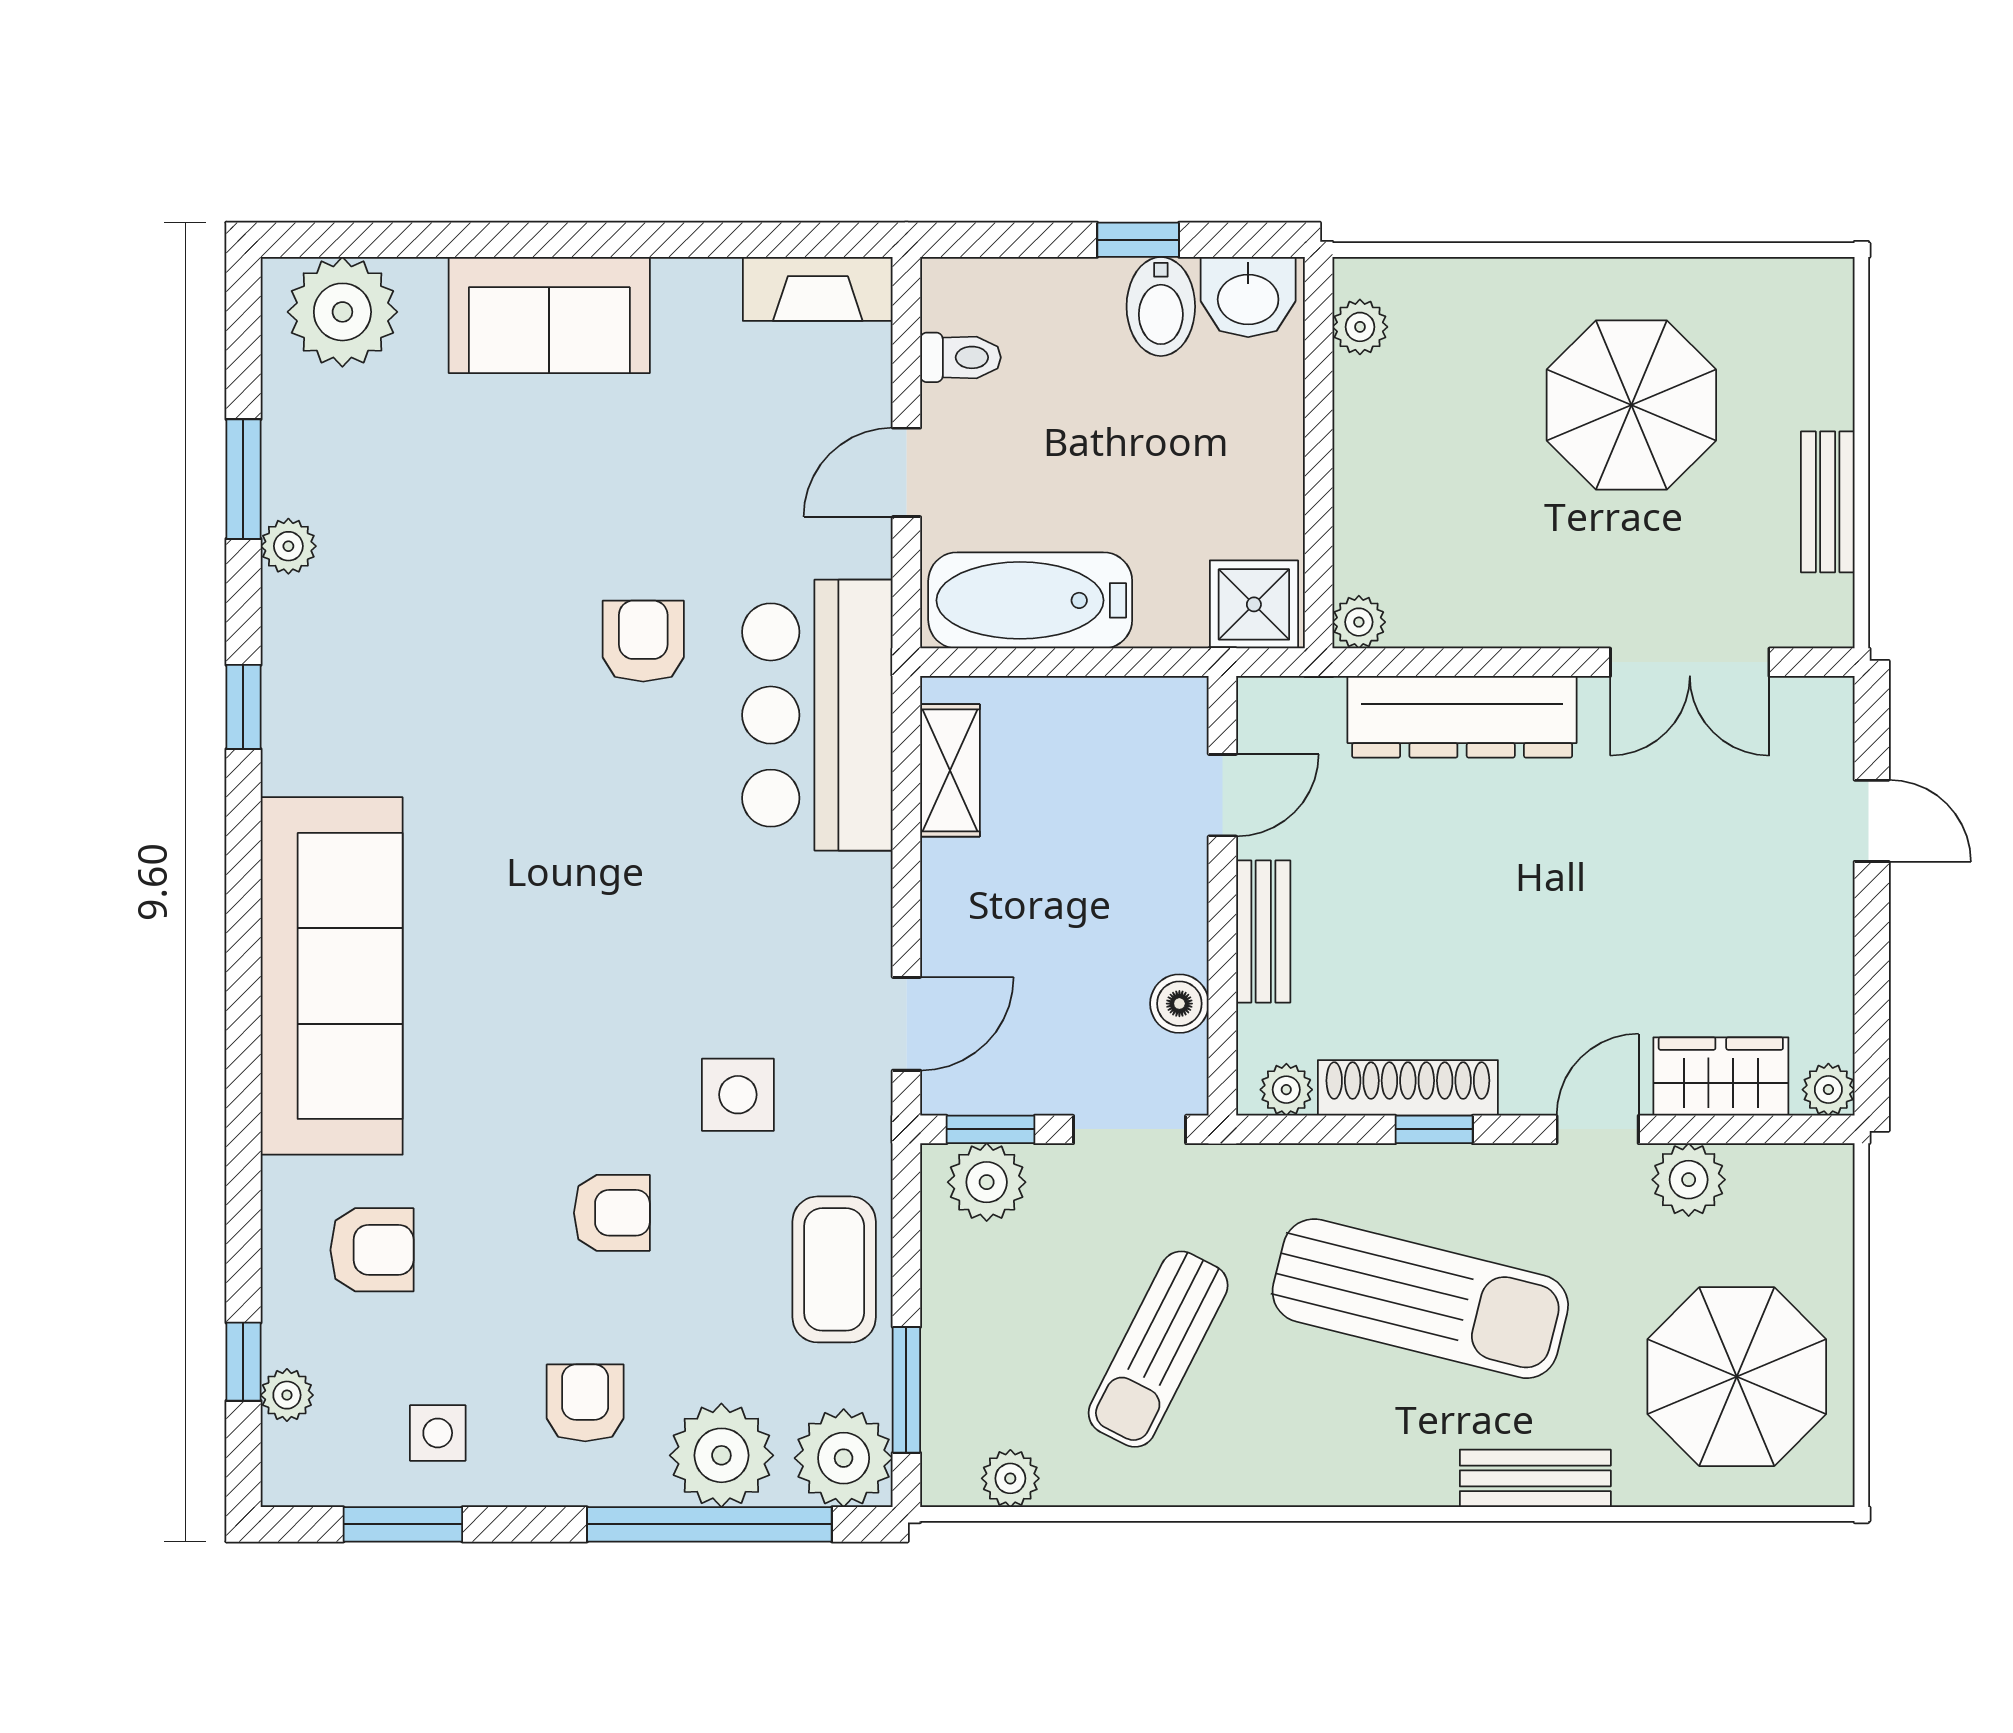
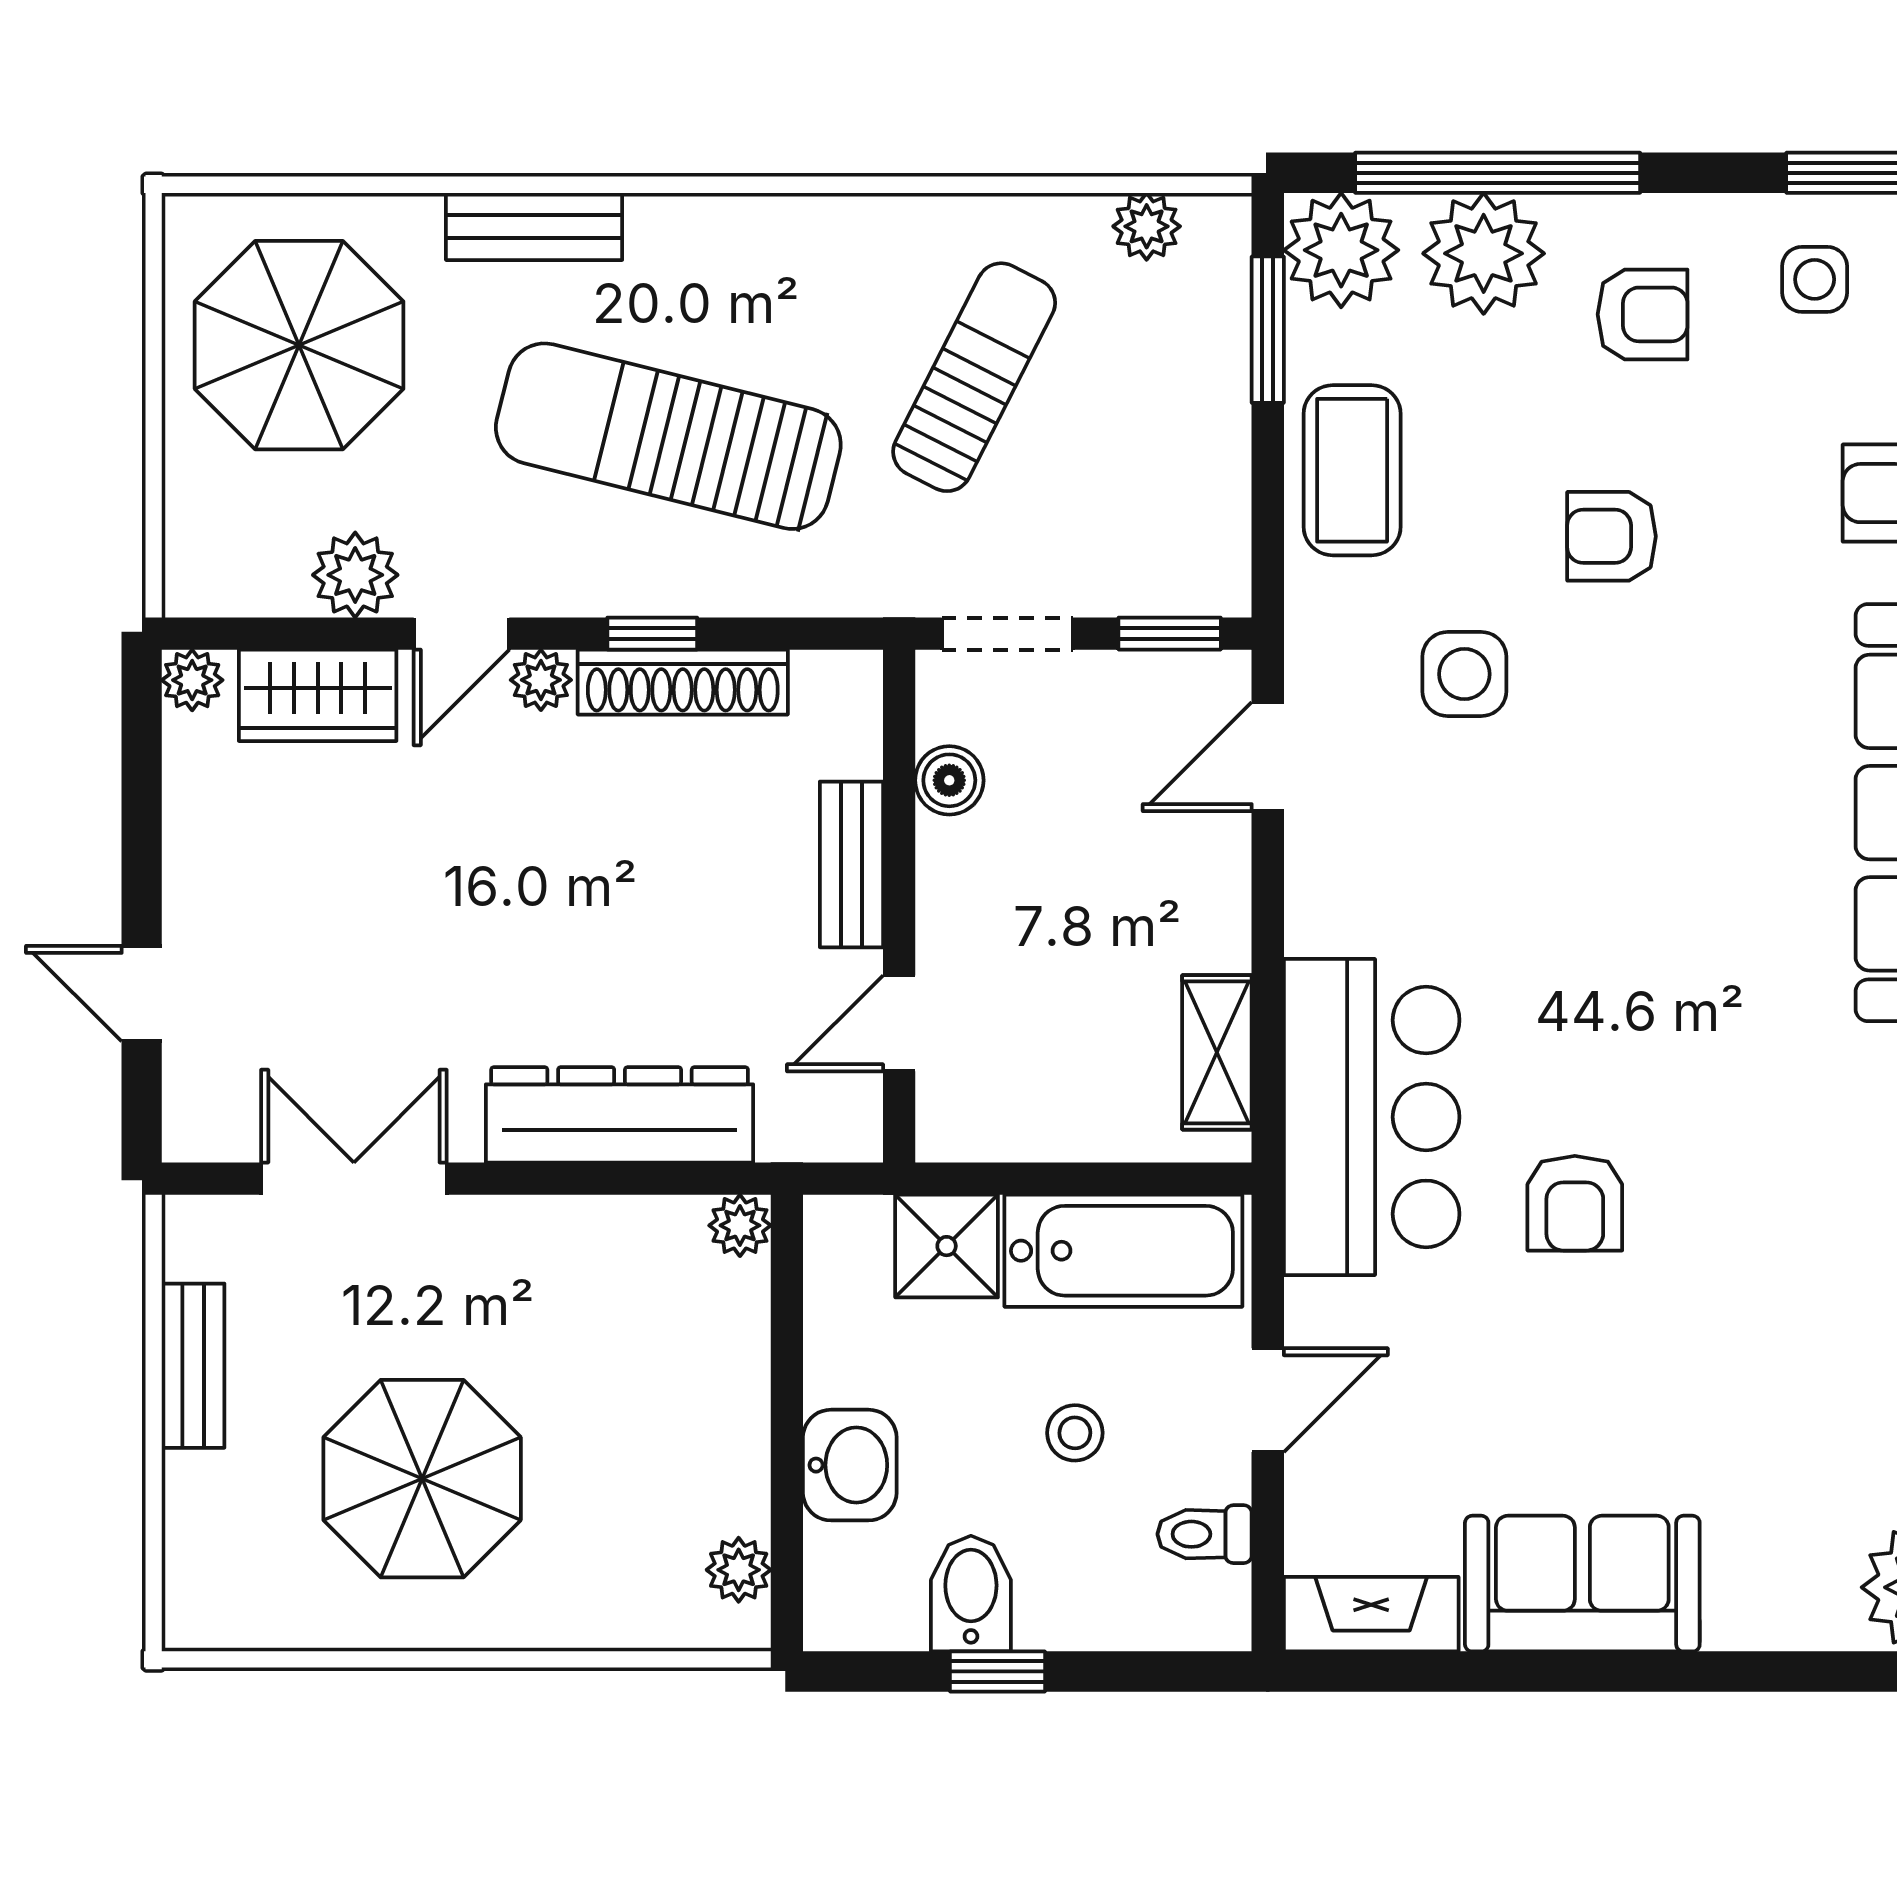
washbasin: (1248, 297) -> (850, 1465), moved, turned 90
sofa: (549, 315) -> (1582, 1584), moved
stool: (1072, 444) -> (1075, 1433), added
shower: (1254, 604) -> (947, 1246), moved
plant: (1286, 1090) -> (541, 680), moved
plant: (987, 1182) -> (1174, 572), removed
armchair: (585, 1403) -> (1643, 314), turned -90

